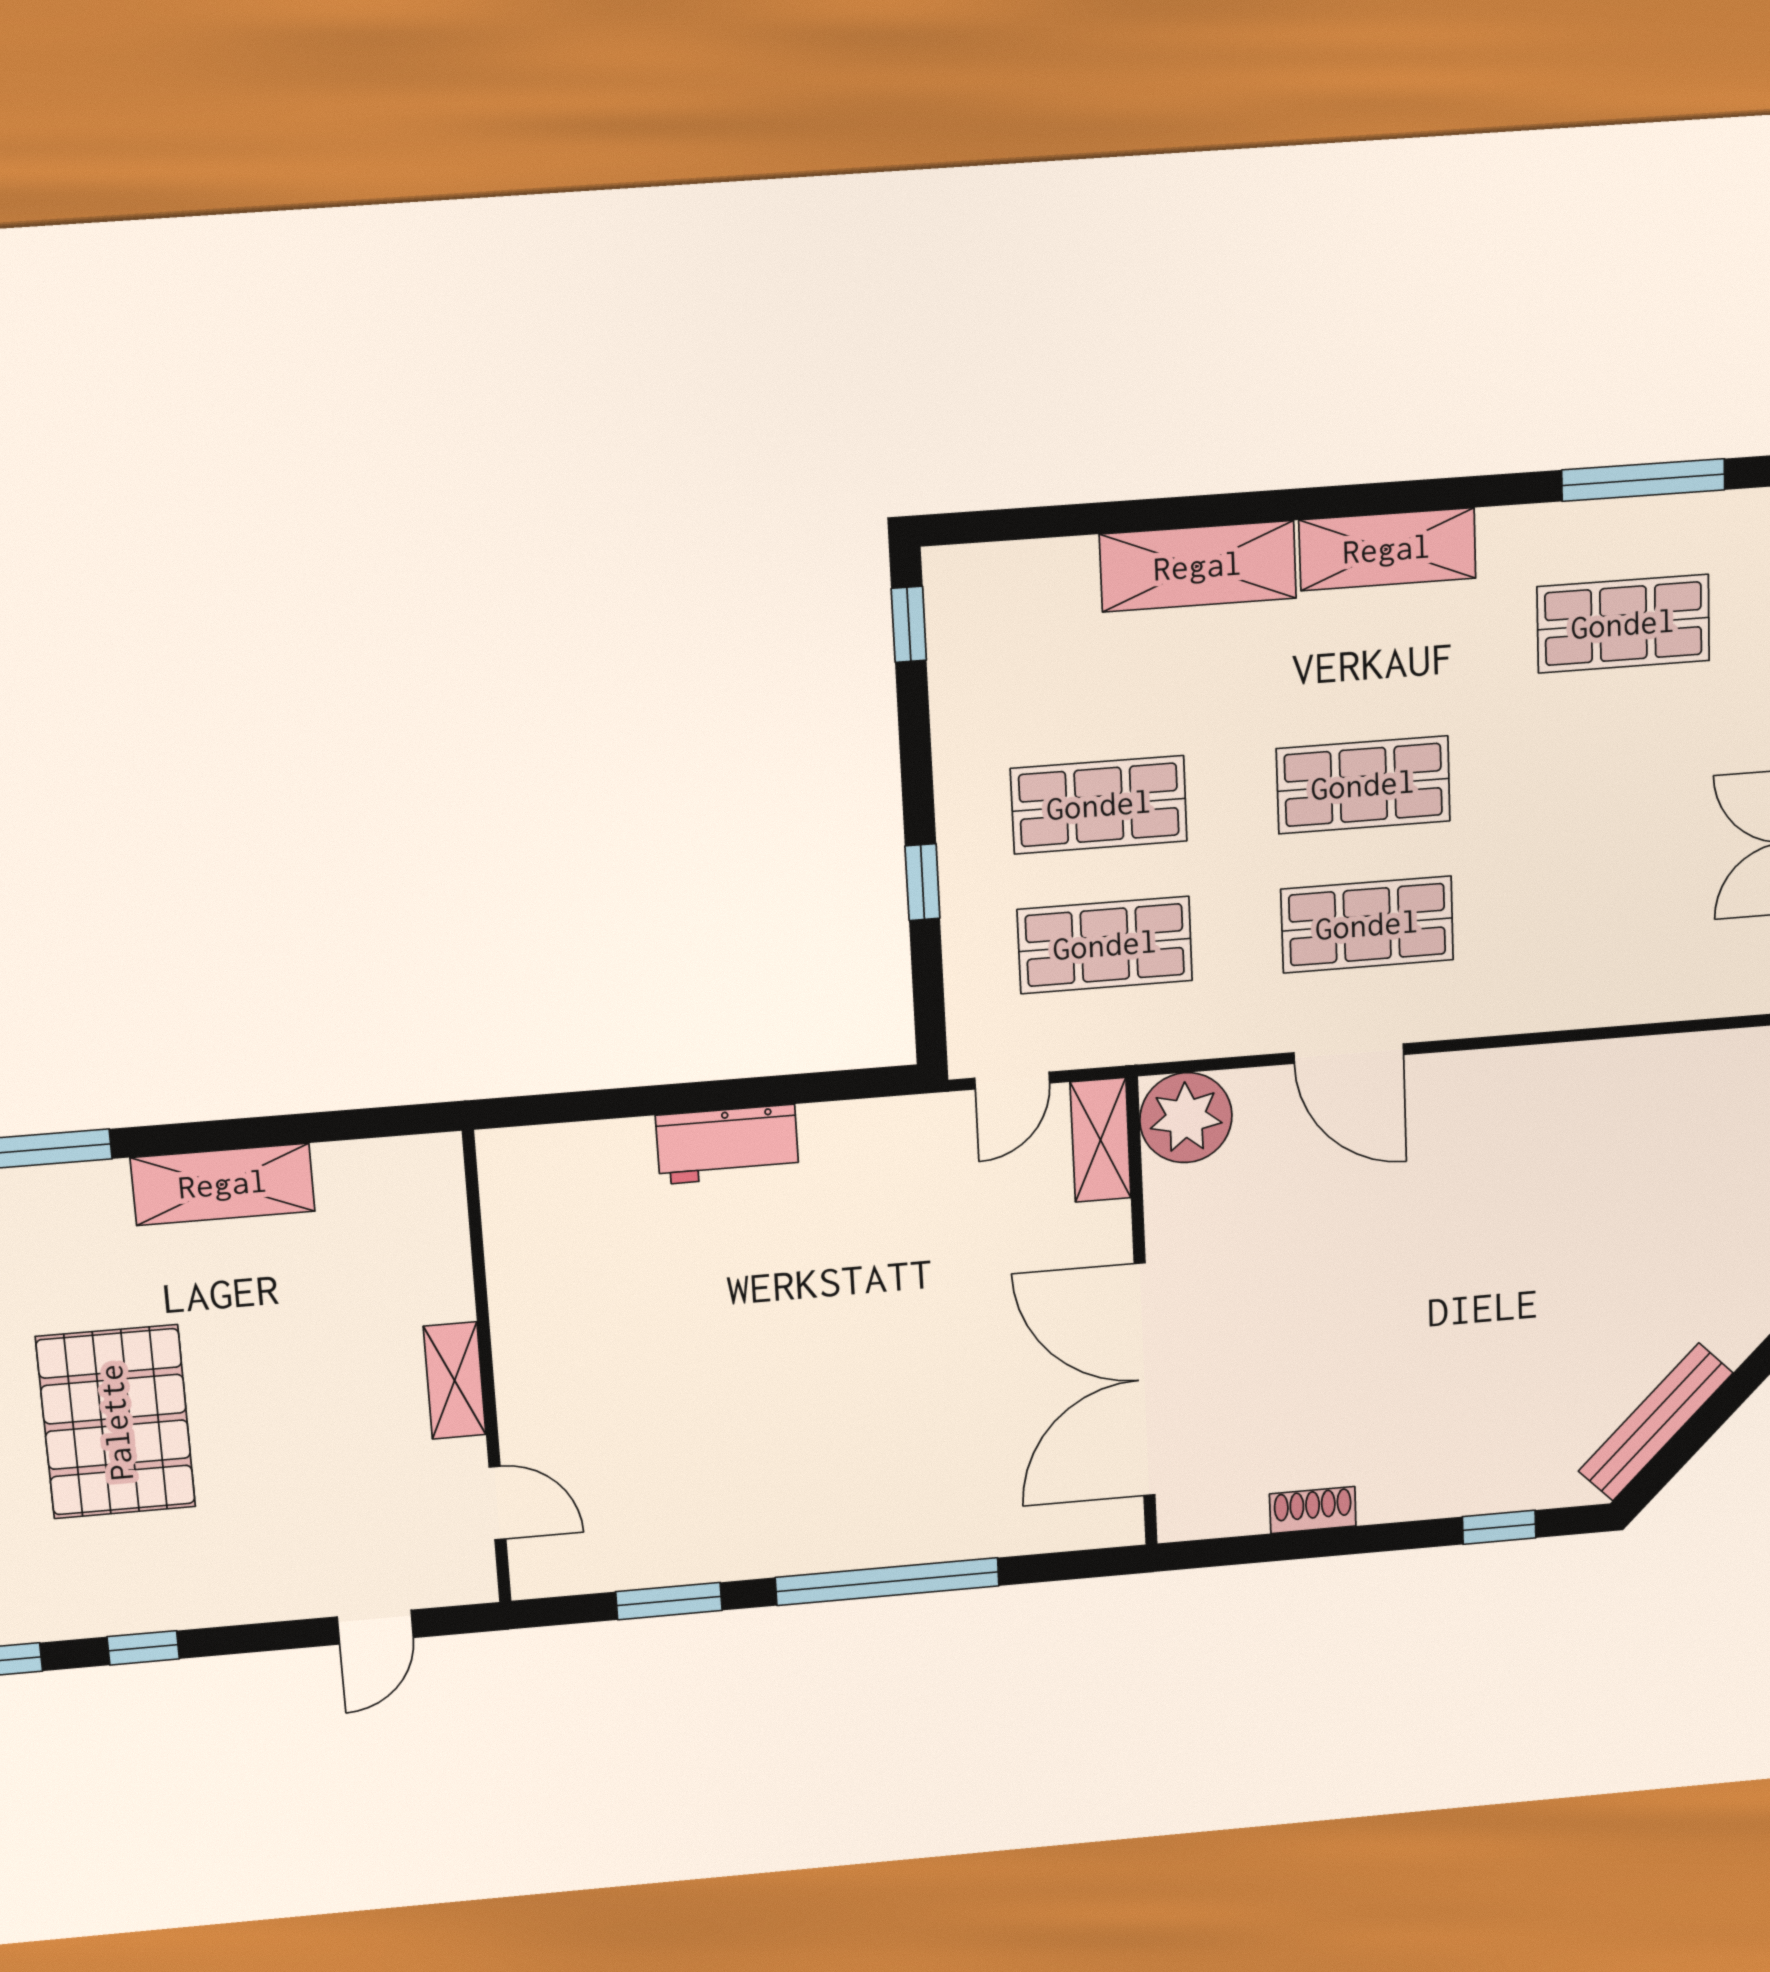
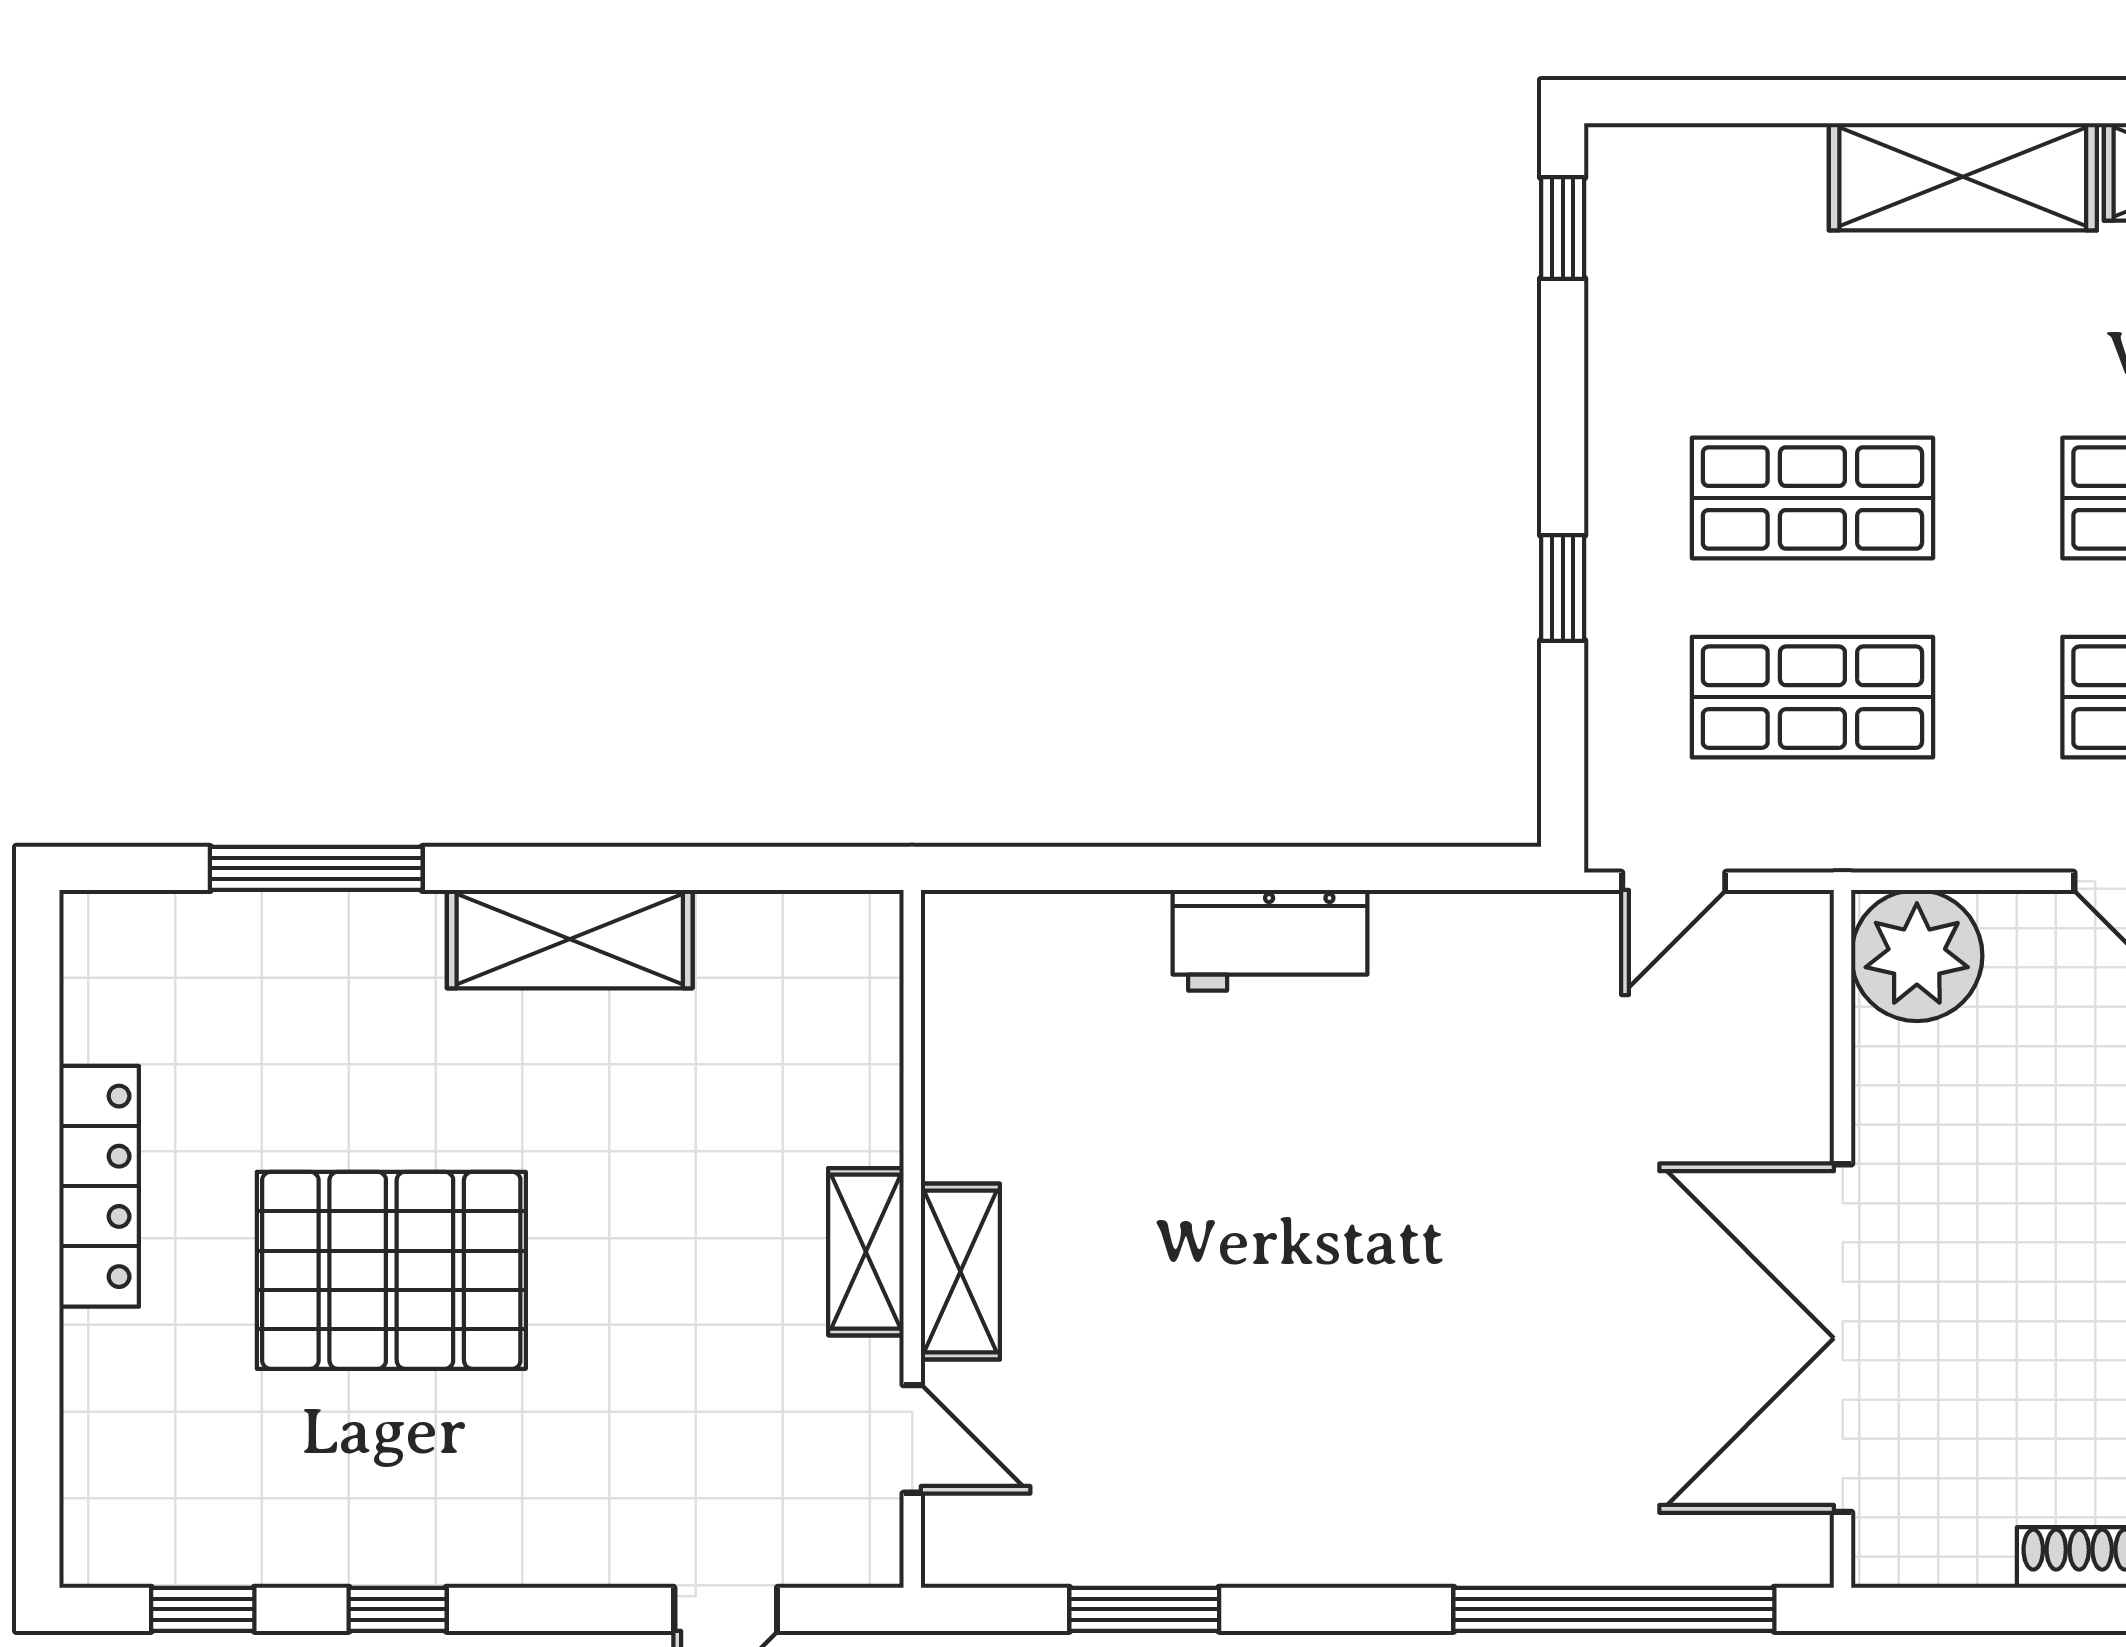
shelving: (1101, 1140) -> (960, 1272), moved
pallet: (116, 1422) -> (391, 1270), turned 90
window: (887, 1582) -> (1614, 1609), moved

